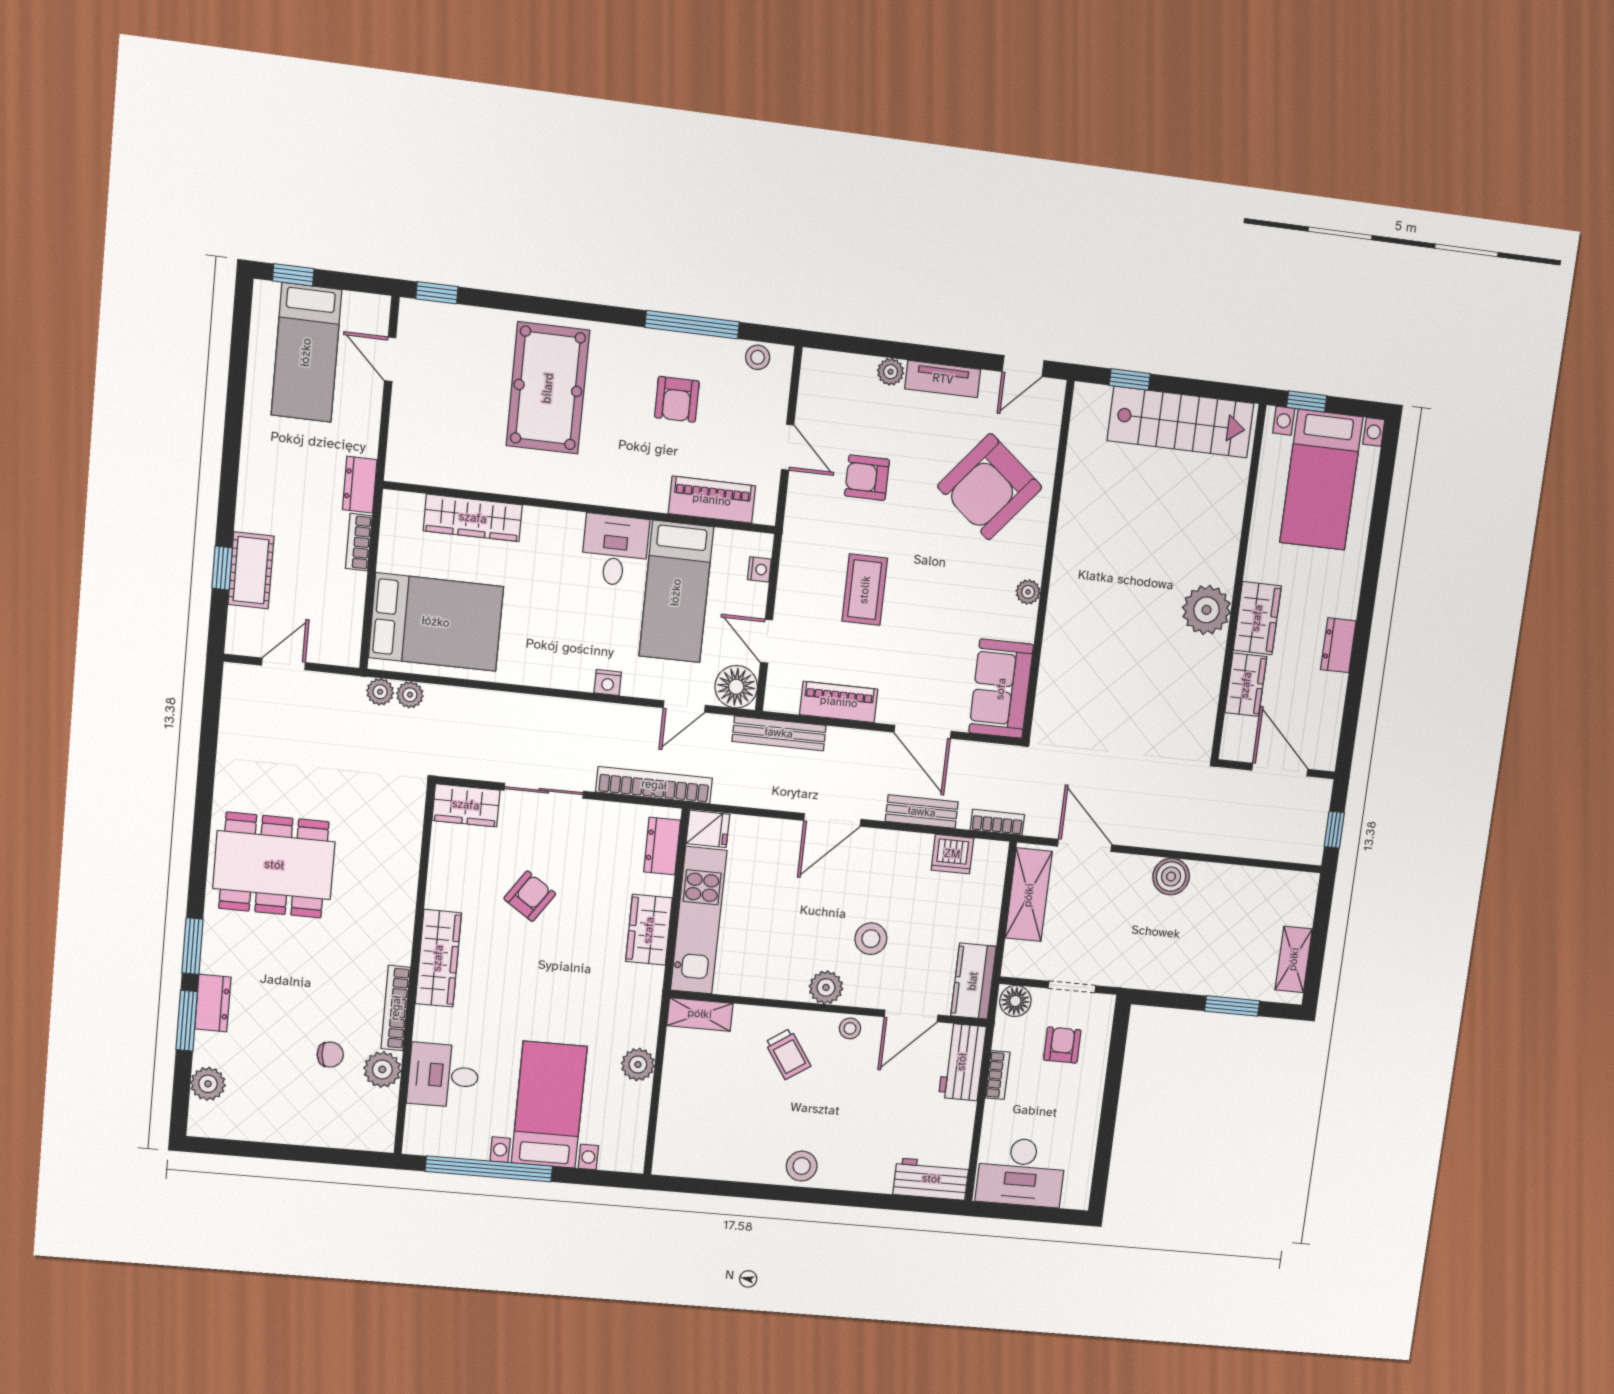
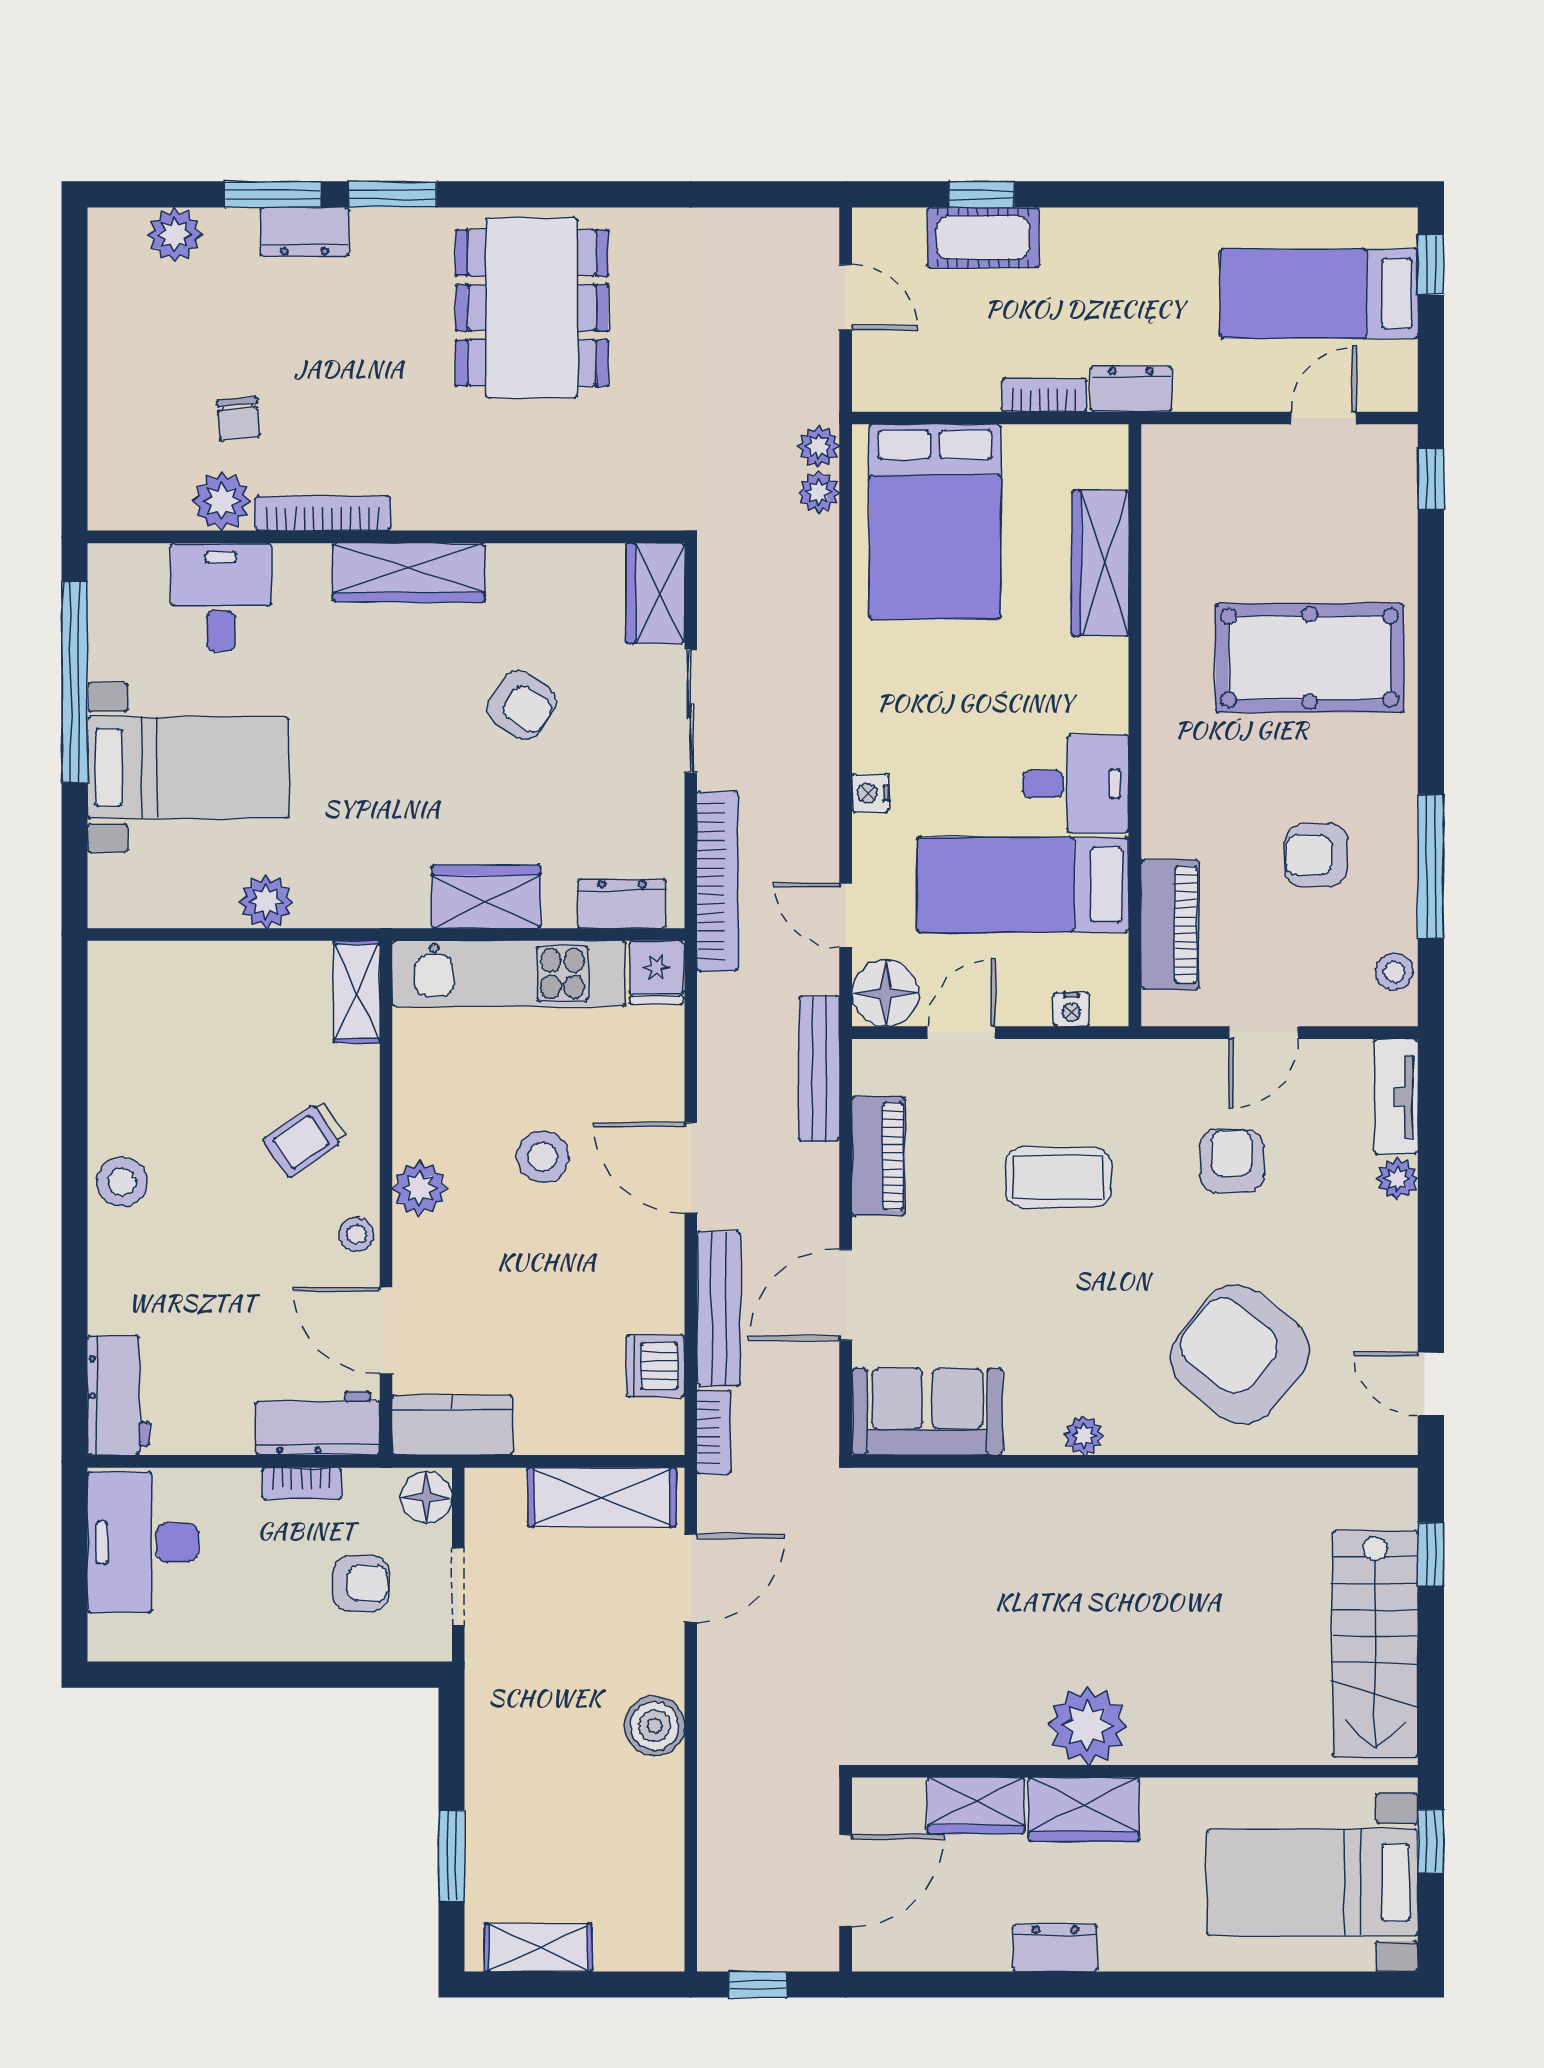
tv unit: (943, 379) -> (1396, 1096), moved
bench: (922, 812) -> (719, 1309), width x1.36
stool: (871, 939) -> (543, 1157), moved

